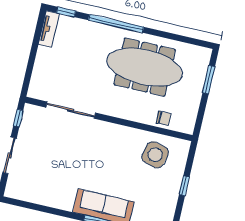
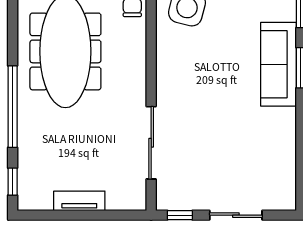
tv unit: (49, 29) -> (79, 201), moved

